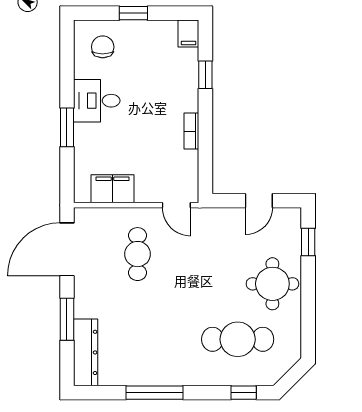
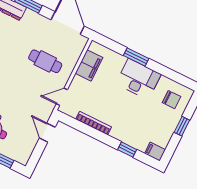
desk: (97, 101) -> (138, 79), width x1.37
bookcase: (191, 131) -> (94, 123), width x1.56
door: (259, 201) -> (47, 133), moved

